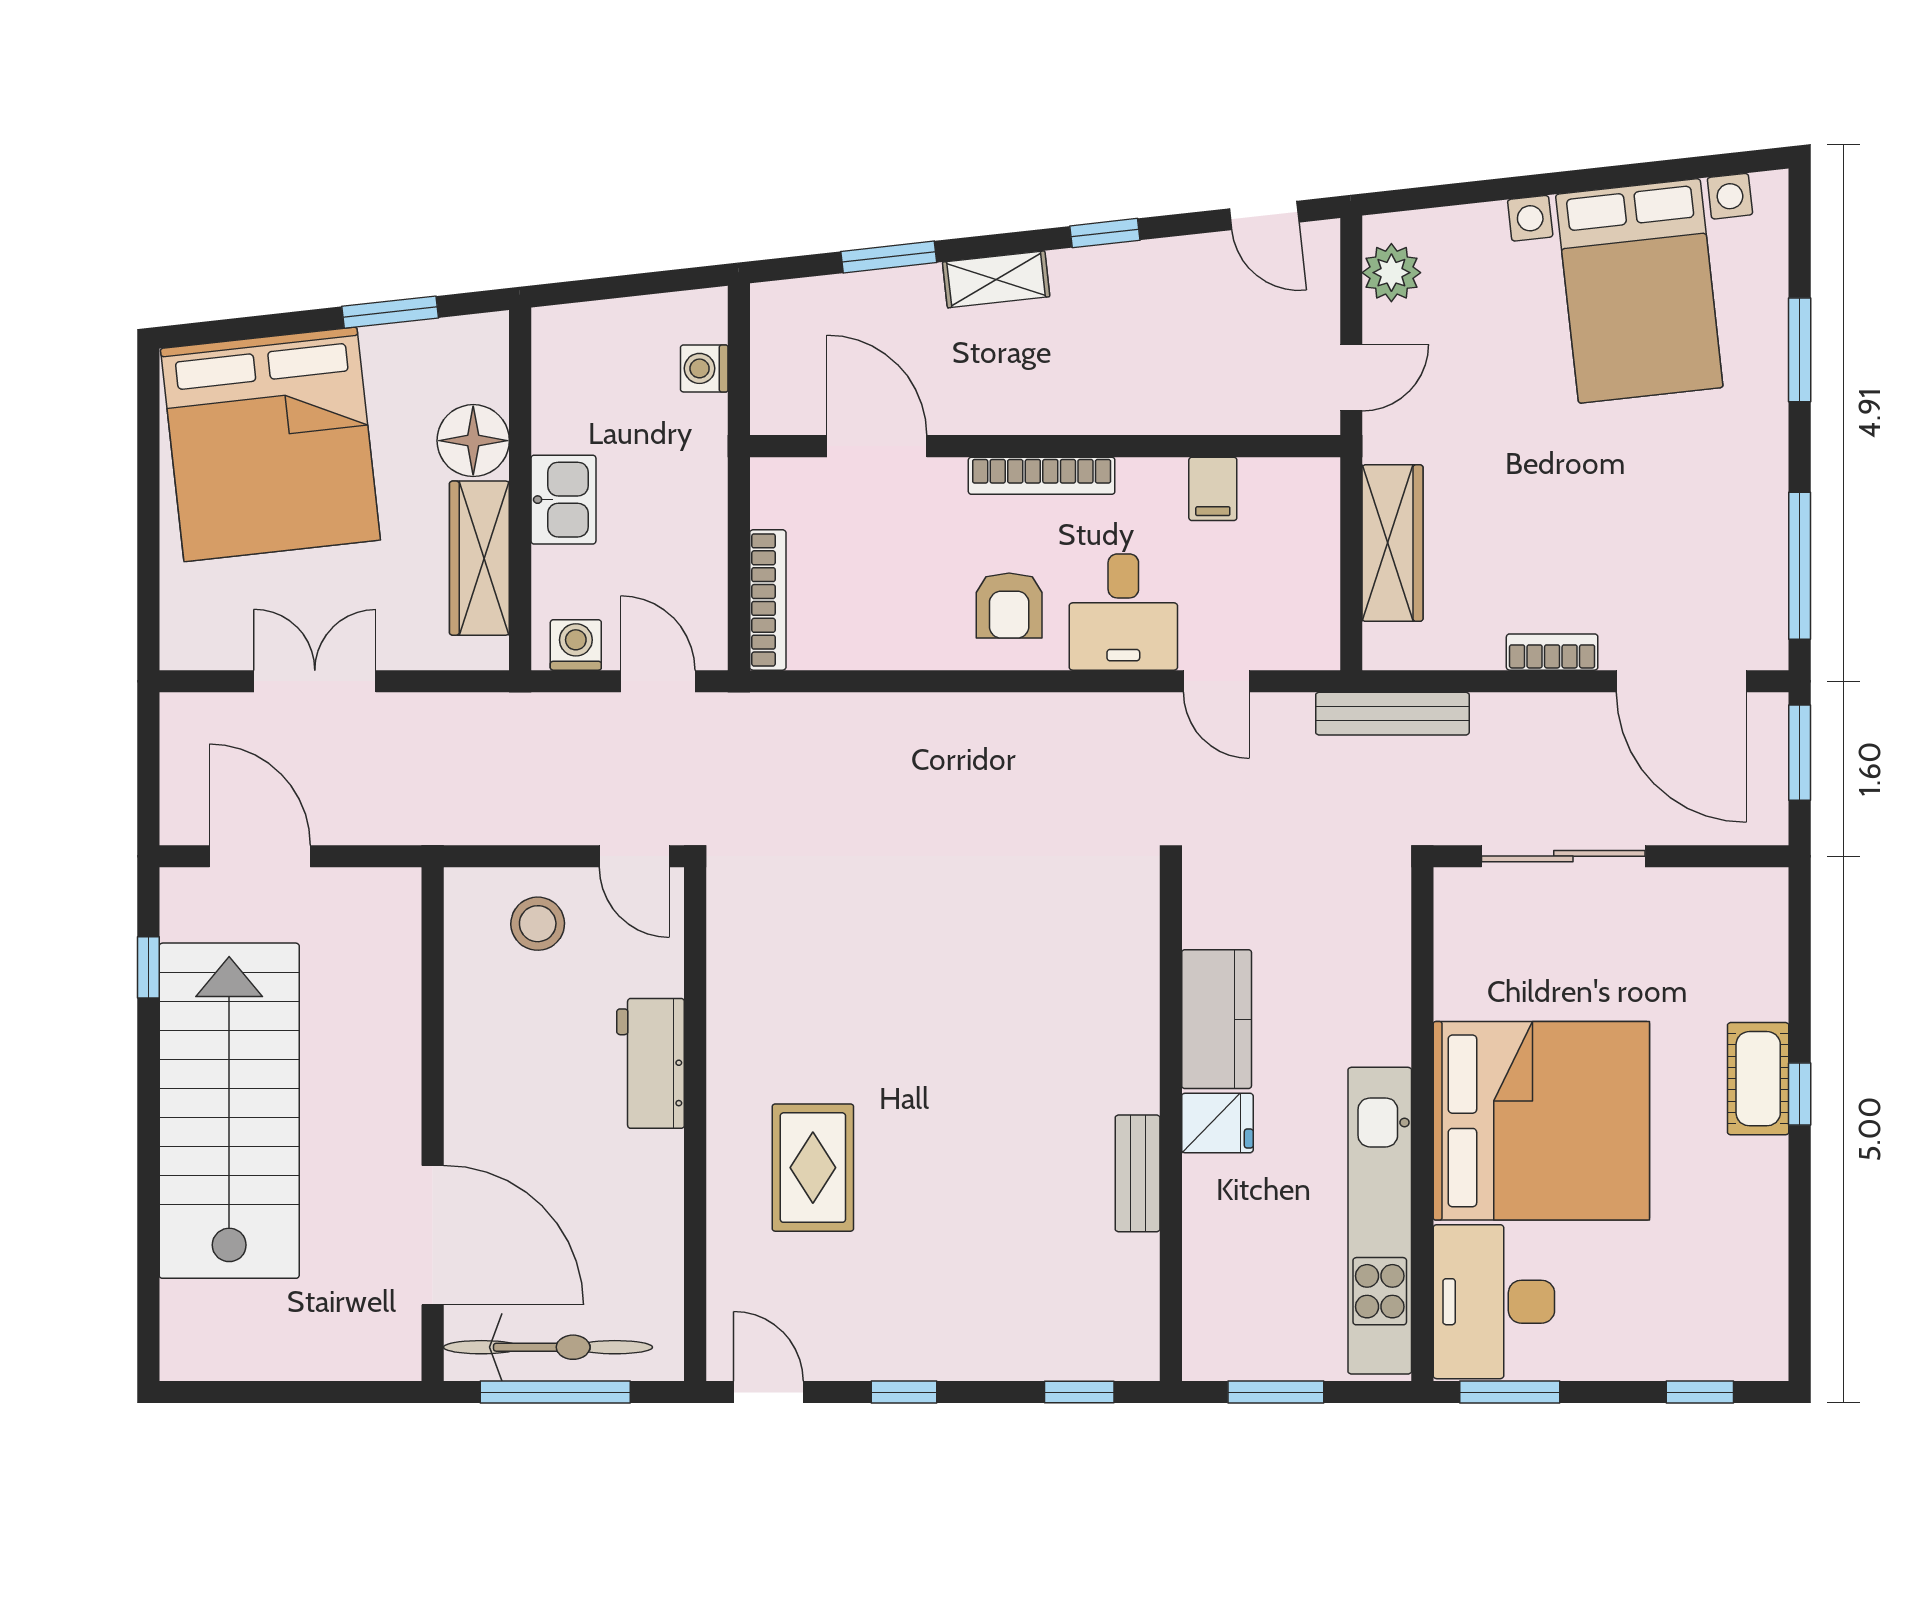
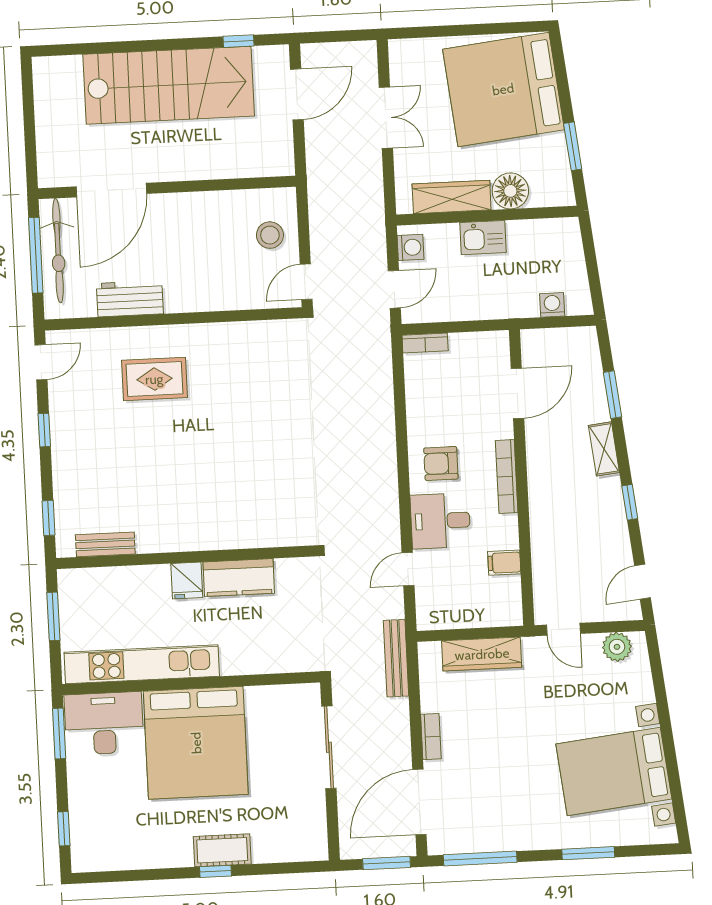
bookcase: (768, 600) -> (425, 343), width x0.64
workbench: (651, 1063) -> (130, 299), moved
bench: (1138, 1173) -> (105, 544), moved

